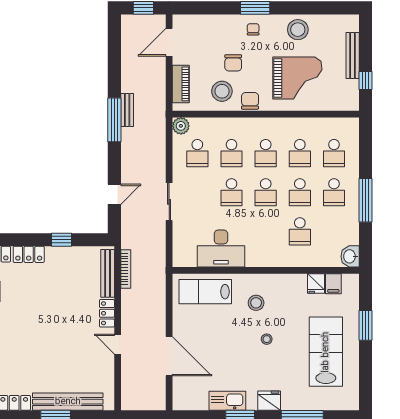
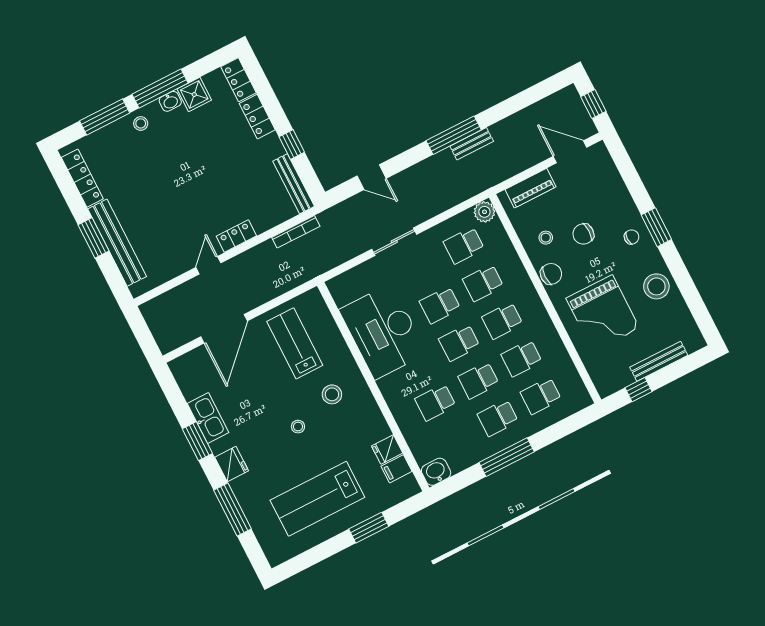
stool: (222, 91) -> (546, 238), width x0.53, depth x0.53
desk: (221, 248) -> (383, 331), width x1.36, depth x1.30
bench: (108, 273) -> (294, 184), moved, turned 90
lab bench: (205, 292) -> (295, 343), moved
lab bench: (326, 352) -> (317, 499), turned 180

